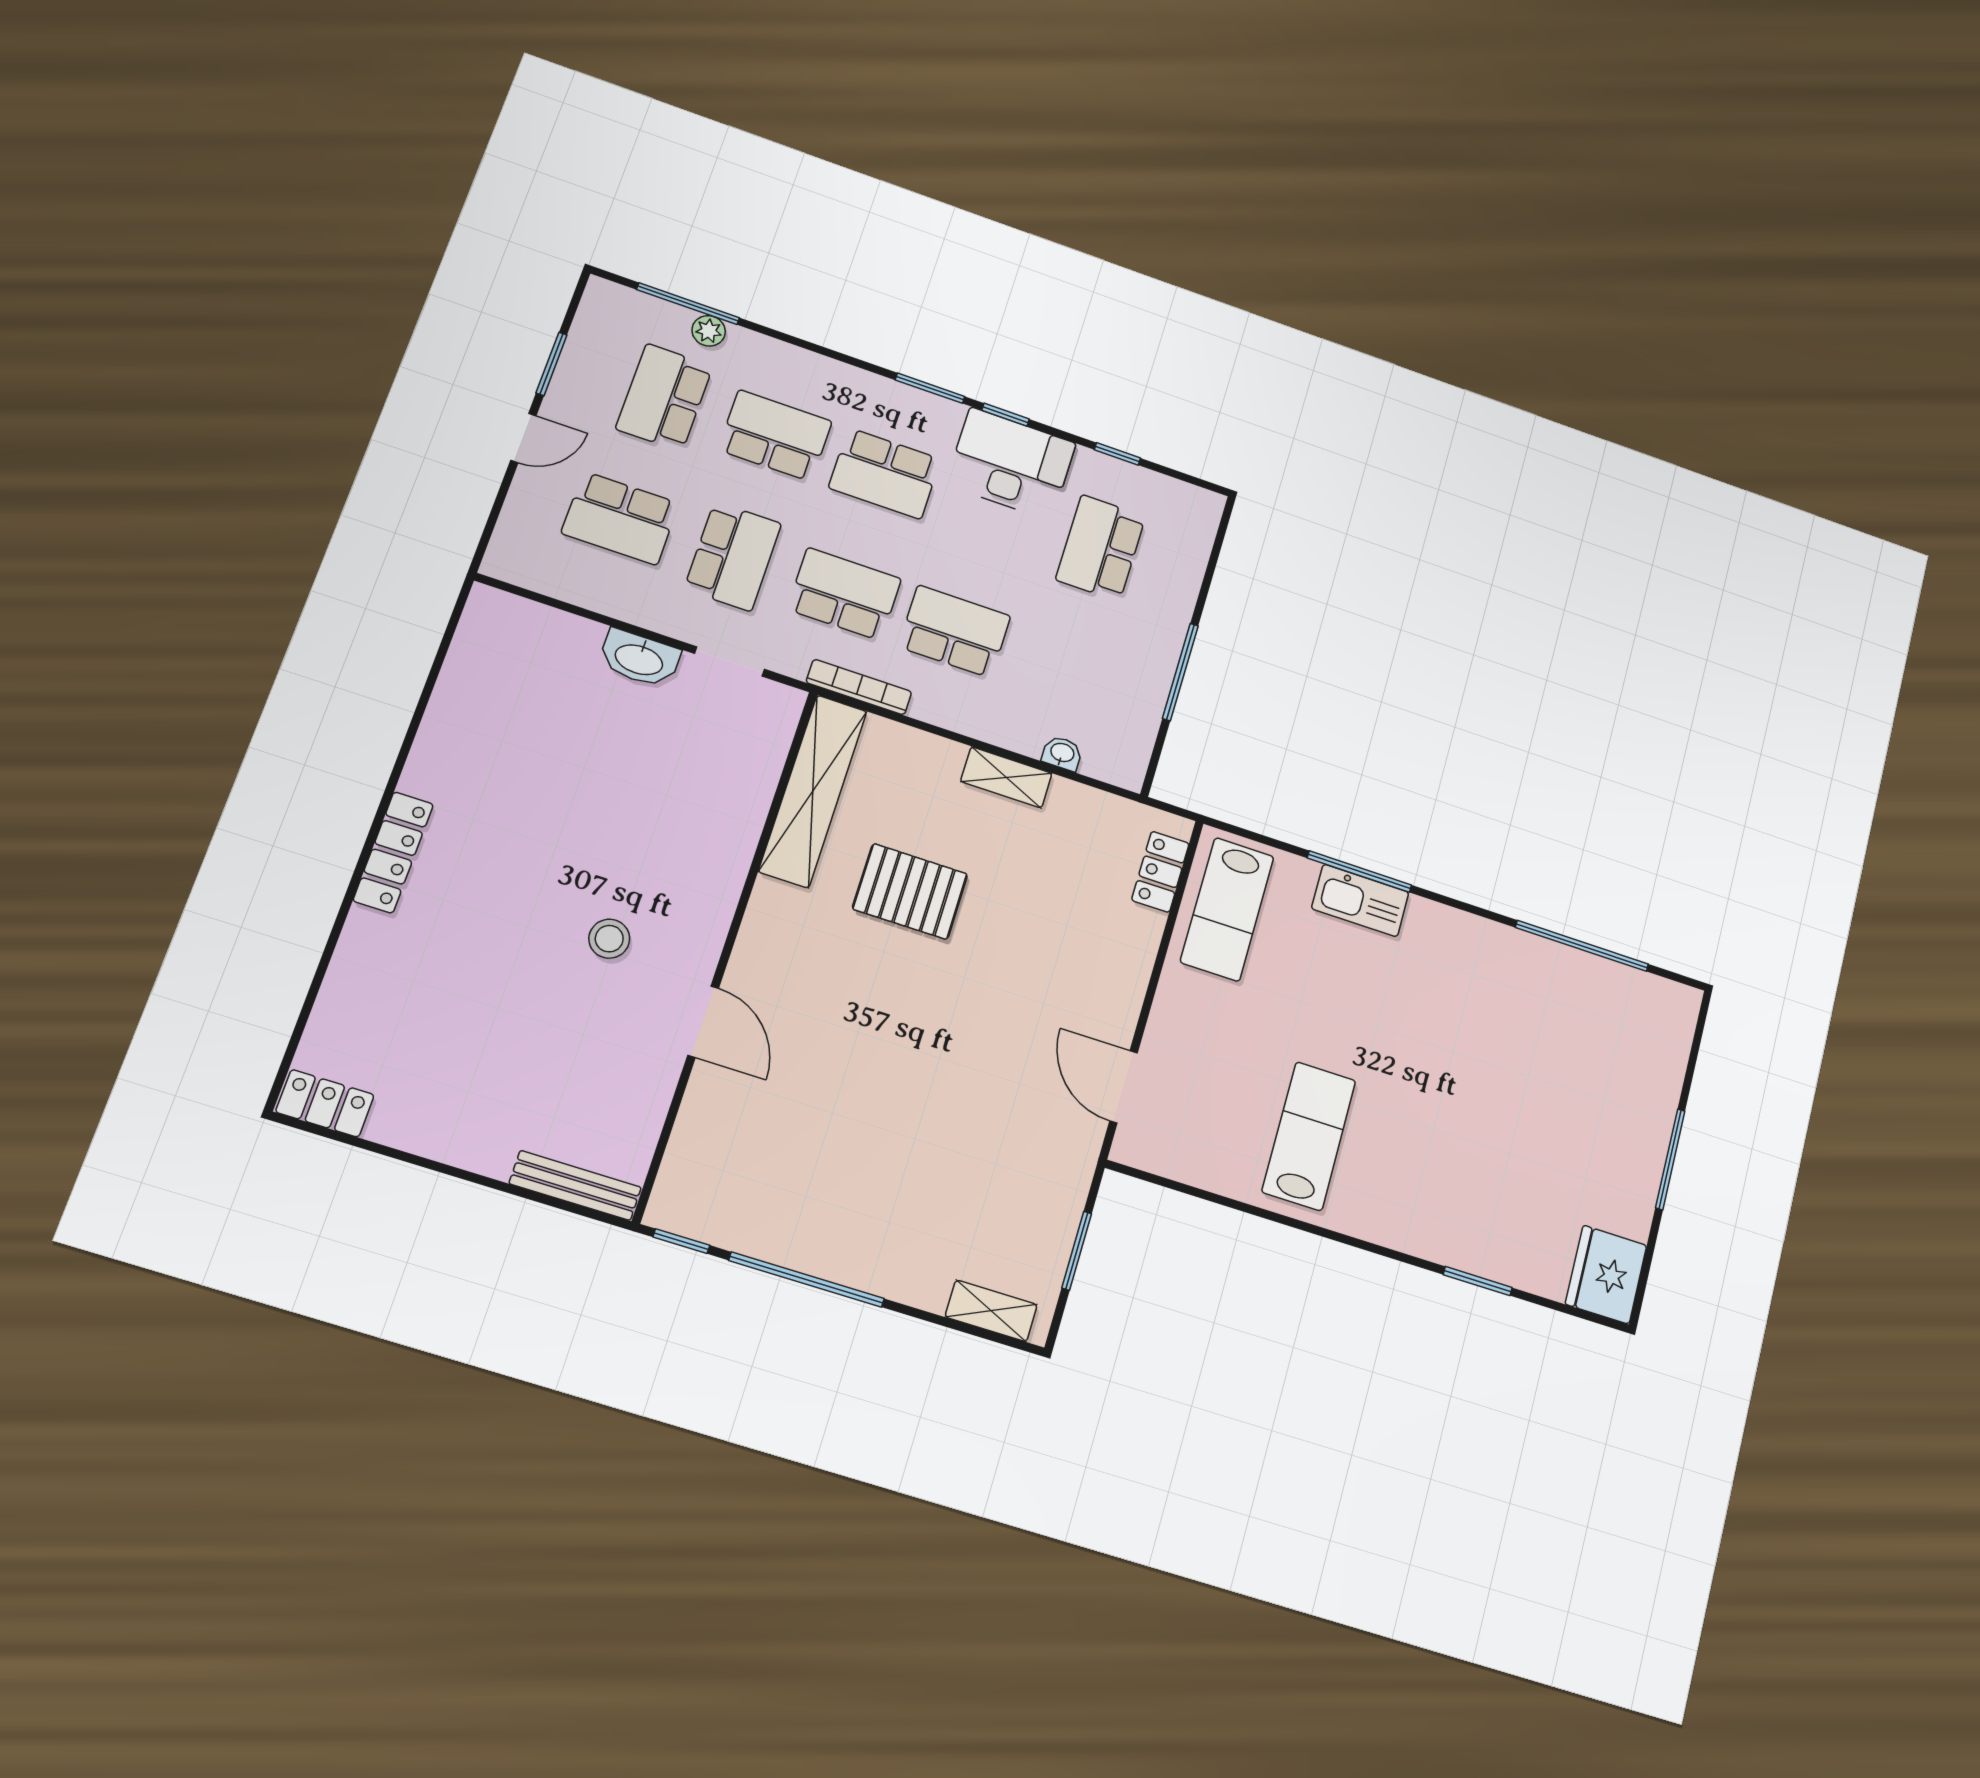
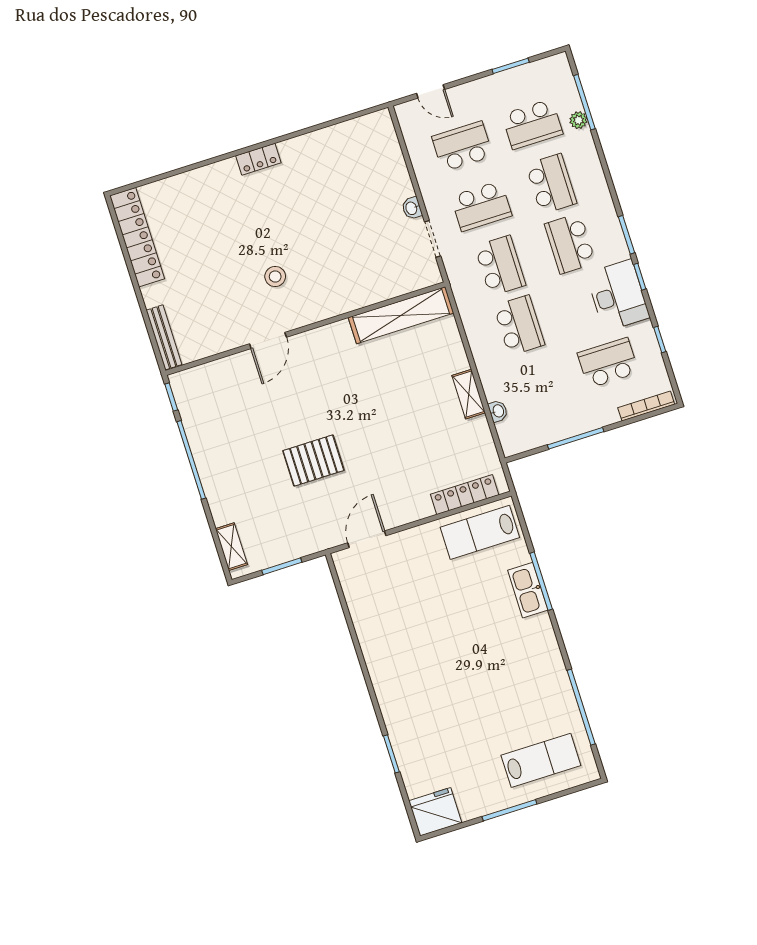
school desk: (664, 397) -> (532, 124), turned 180
door: (523, 438) -> (431, 91), moved
school desk: (620, 518) -> (462, 146), turned 90
washbasin: (639, 659) -> (412, 208), width x0.52, depth x0.69
bookcase: (859, 687) -> (646, 406), moved, turned -90
locker: (393, 852) -> (258, 159), width x0.66
locker: (1160, 872) -> (465, 495), width x1.53
pallet: (910, 891) -> (313, 461), moved, turned 90
locker: (325, 1103) -> (137, 237), width x2.16, depth x1.21
lab bench: (1309, 1136) -> (541, 760), moved

